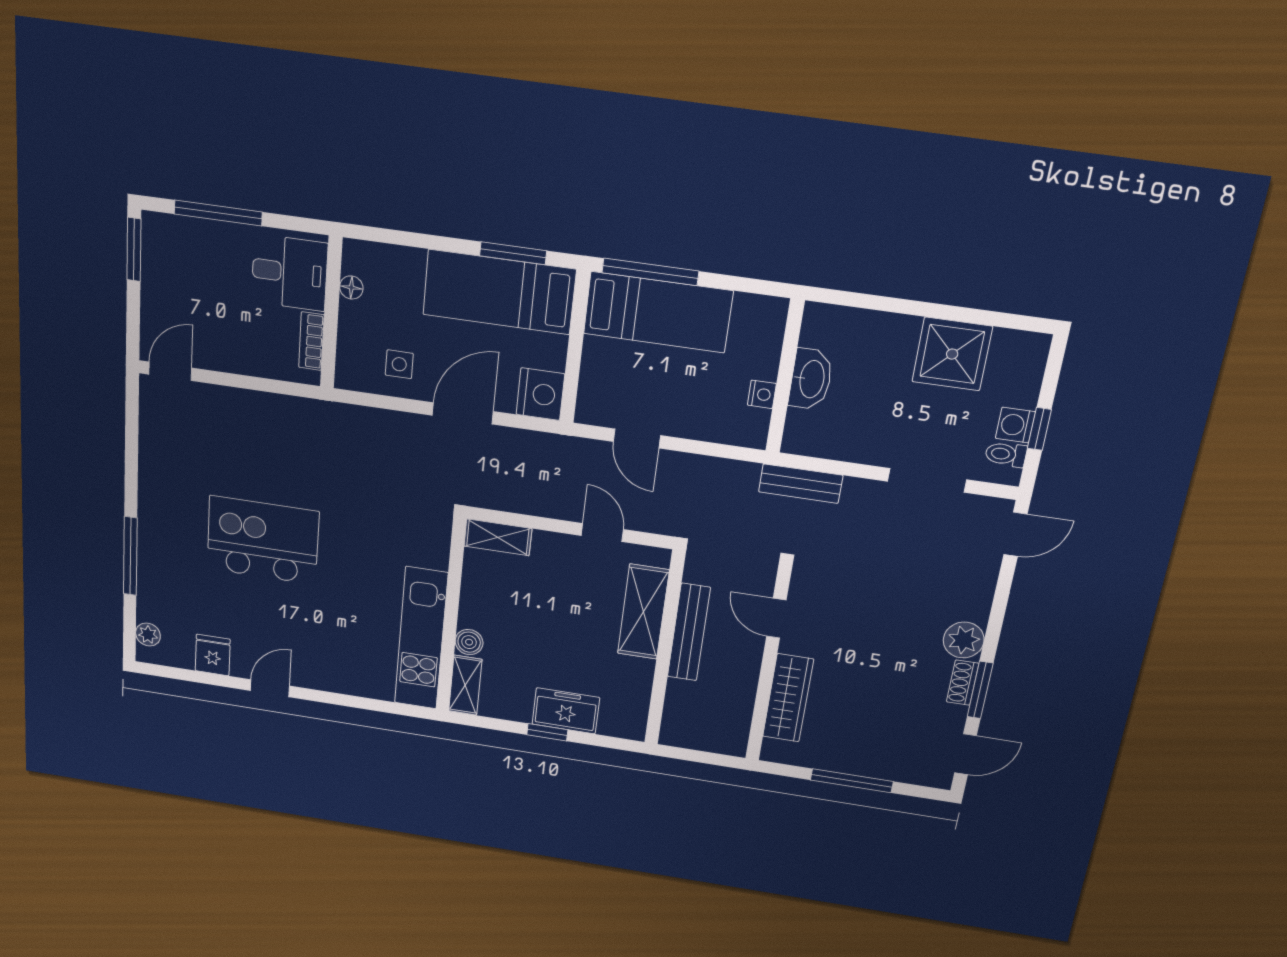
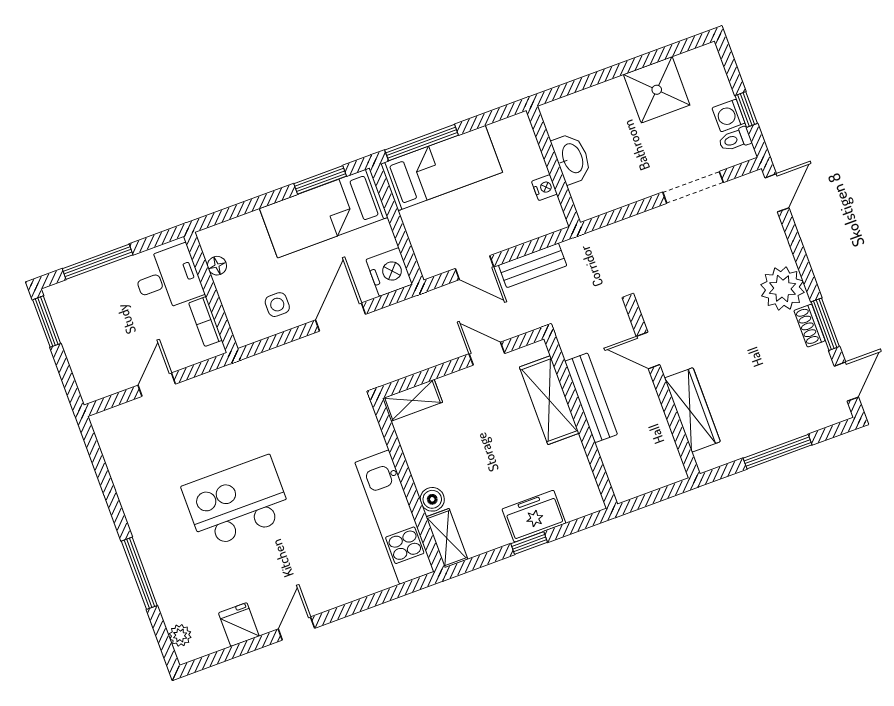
door: (170, 371) -> (157, 385), moved
bench: (801, 484) -> (533, 265), moved
plant: (964, 640) -> (782, 289), width x1.36, depth x1.36

